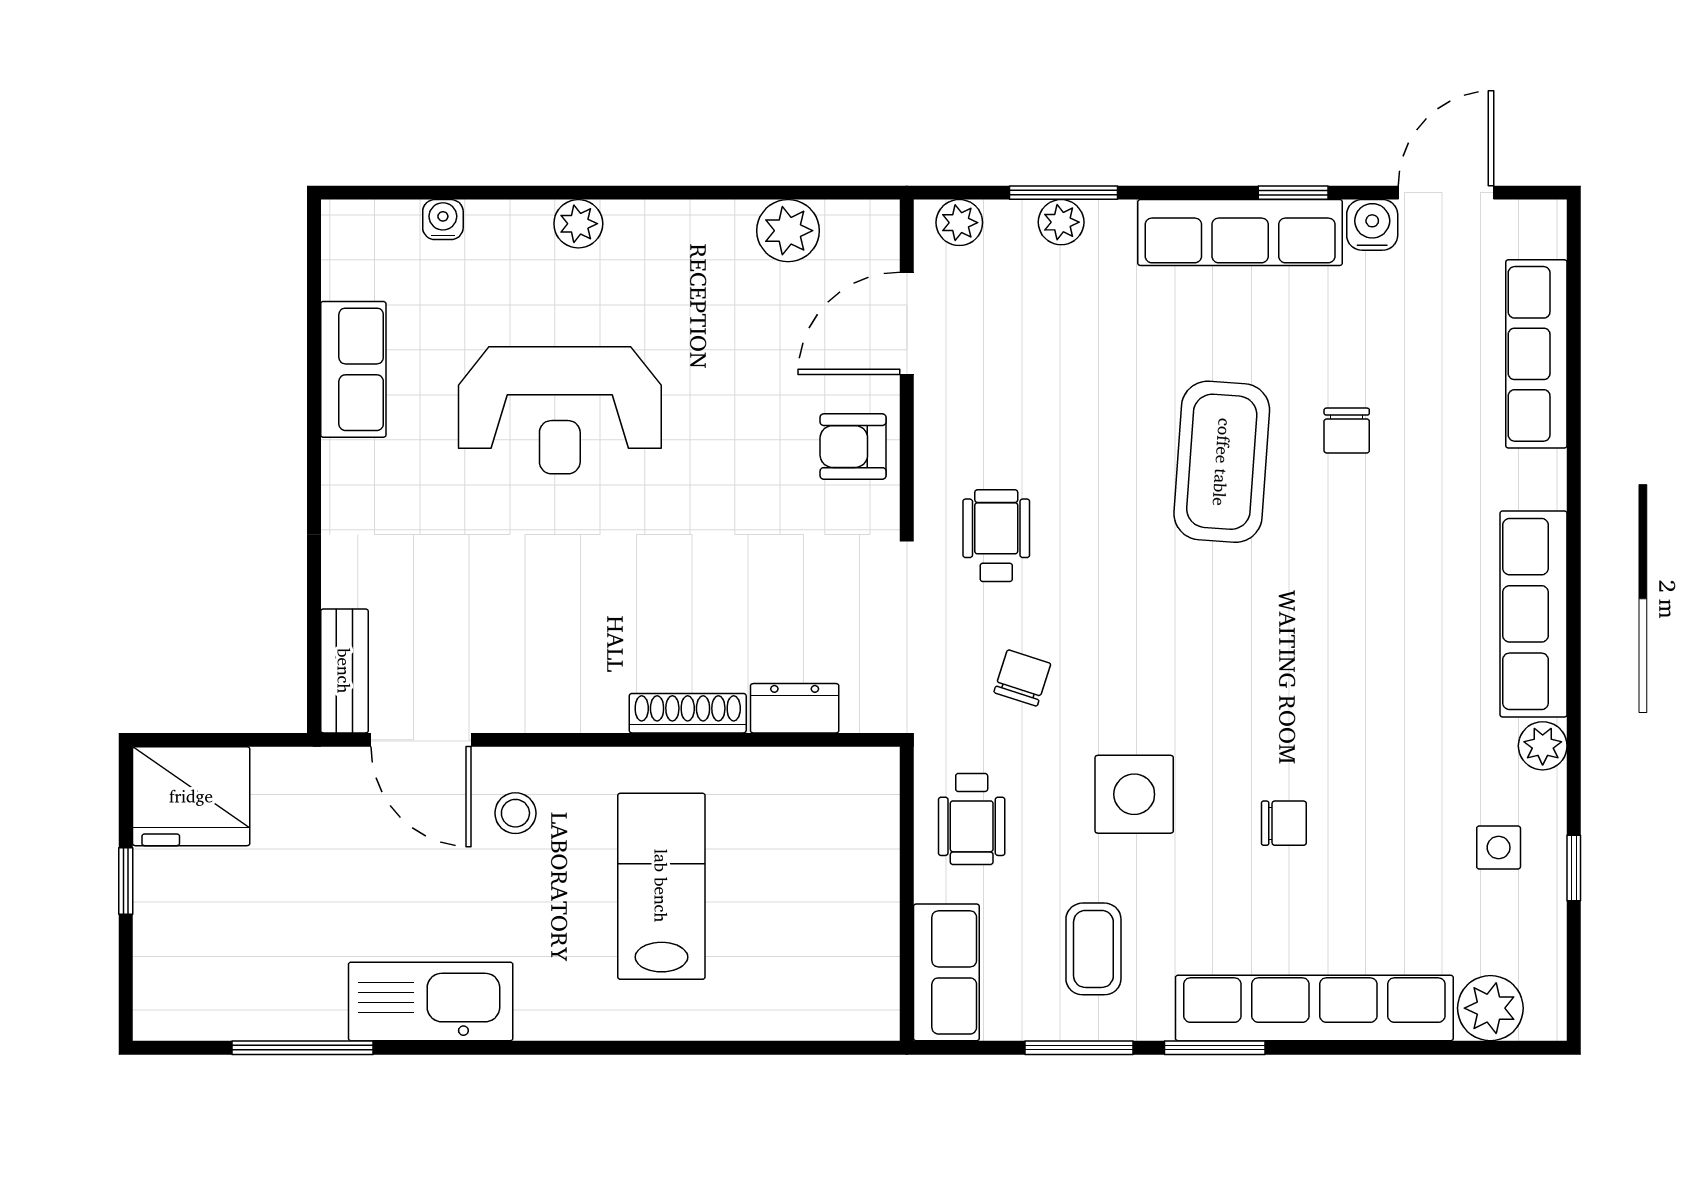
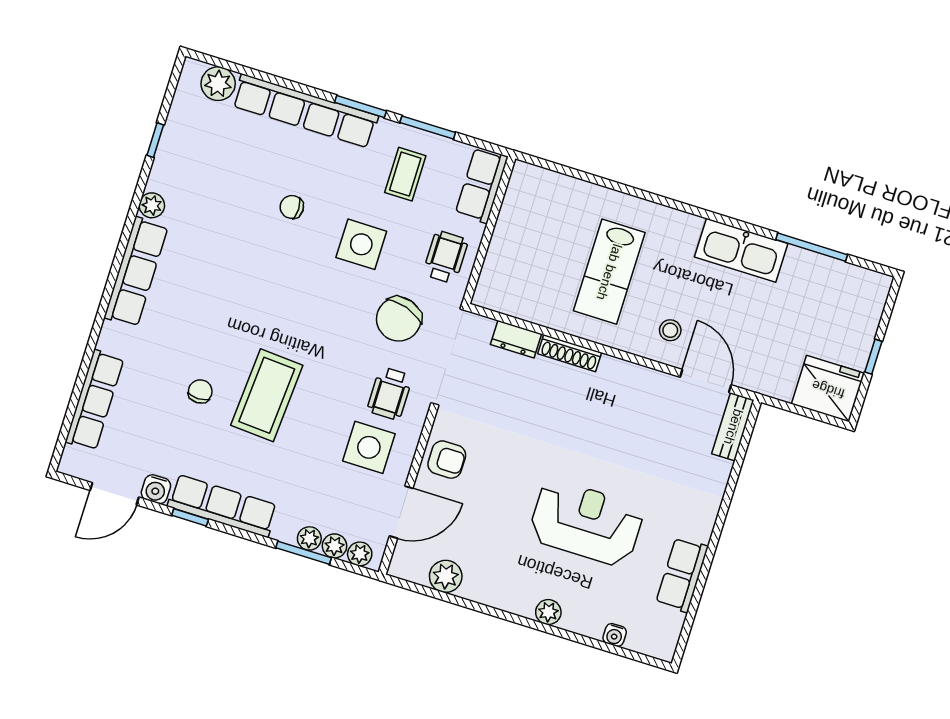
plant: (1010, 223) -> (335, 546), added
chair: (1022, 678) -> (399, 319), width x1.87, depth x1.87
side table: (1499, 848) -> (369, 447), moved, width x1.87, depth x1.87

